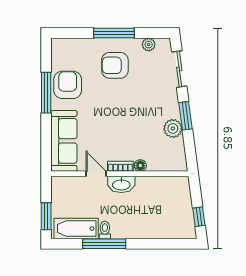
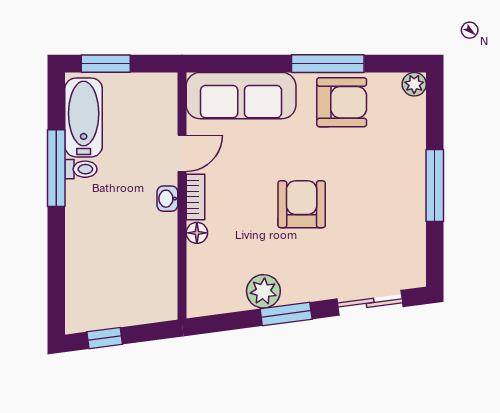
plant: (149, 45) -> (414, 84), moved
armchair: (115, 65) -> (302, 204), moved
washbasin: (121, 184) -> (167, 199), width x0.52, depth x0.69

